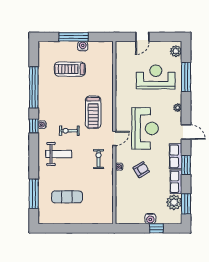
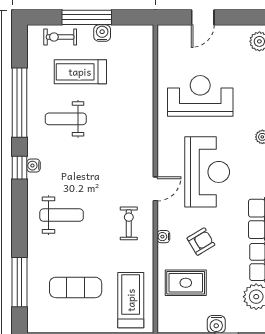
reception desk: (156, 77) -> (200, 96), moved
weight bench: (61, 97) -> (66, 119), added
treadmill: (93, 112) -> (131, 300), moved, turned 180
exercise bike: (69, 131) -> (60, 37), moved
rug: (132, 194) -> (186, 283), added

